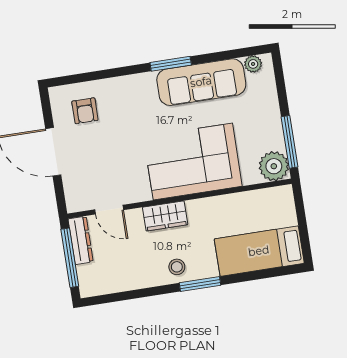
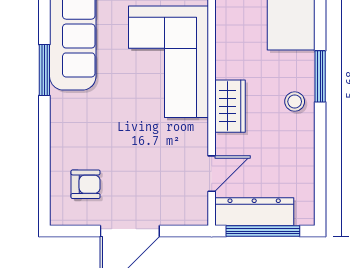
dresser: (81, 240) -> (254, 212), width x1.37, depth x1.24

